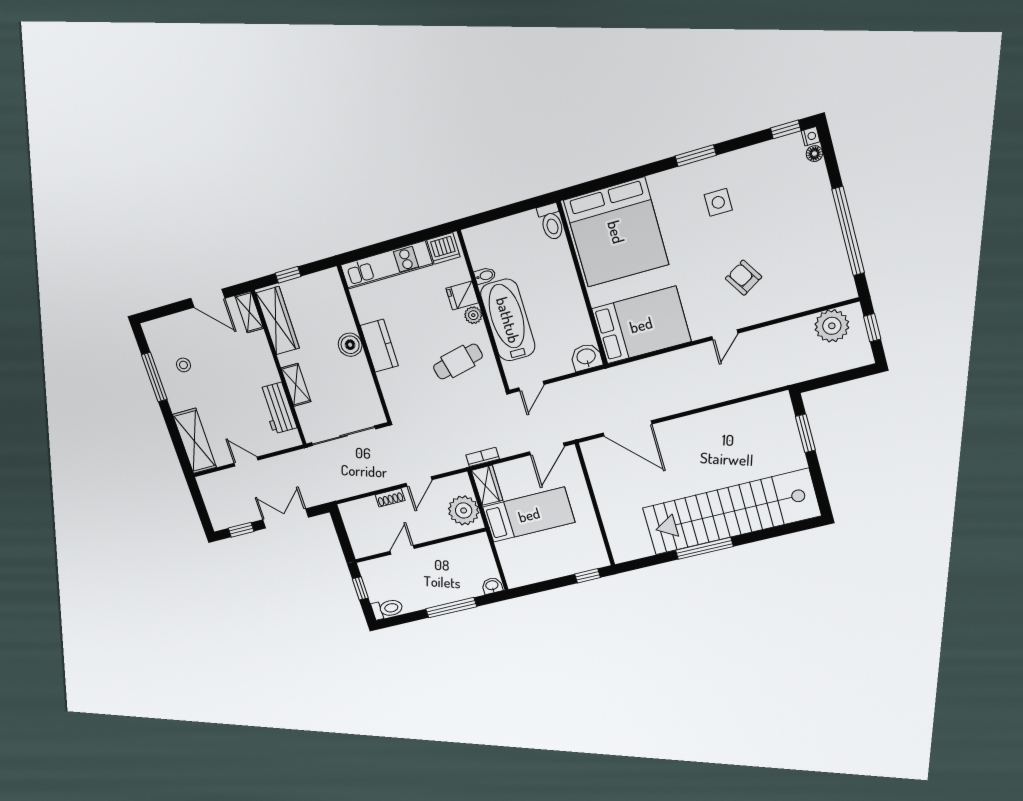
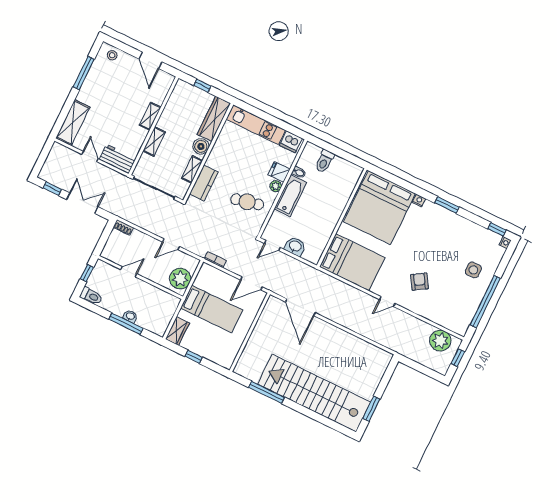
floor lamp: (814, 154) -> (500, 252), removed
nightstand: (656, 181) -> (419, 201), added
side table: (718, 202) -> (473, 270), moved
toilet: (551, 222) -> (324, 161), moved
shelving: (249, 312) -> (150, 116), moved
bathtub: (508, 320) -> (290, 196), width x0.73, depth x0.73
wardrobe: (278, 321) -> (214, 119), moved, turned 180
kitchen counter: (379, 346) -> (204, 183), moved
washbasin: (586, 357) -> (295, 246), moved
stool: (183, 365) -> (112, 55), moved
shelving: (365, 379) -> (192, 169), added
workbench: (278, 408) -> (118, 159), moved, turned 90
window: (805, 433) -> (371, 409), moved
wardrobe: (487, 485) -> (177, 331), moved
shoe rack: (390, 498) -> (123, 227), moved
window: (704, 548) -> (267, 392), moved
window: (588, 576) -> (194, 357), moved
washbasin: (492, 586) -> (130, 316), moved

